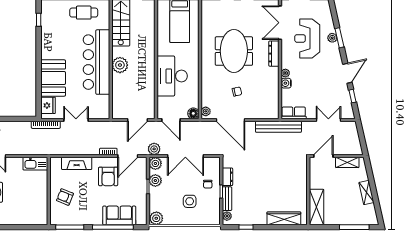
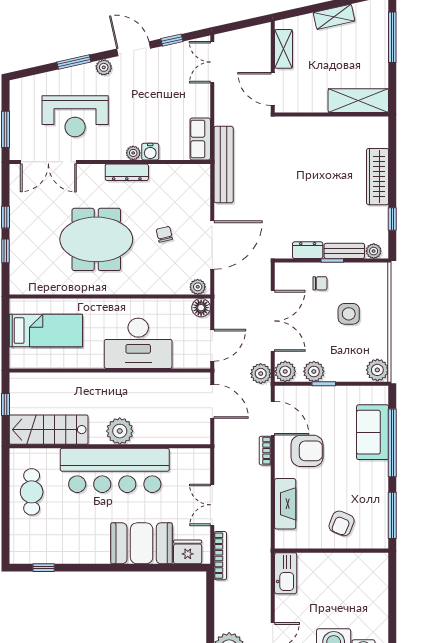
plant: (332, 38) -> (104, 67), moved
dresser: (274, 54) -> (127, 172), moved
double door: (328, 120) -> (212, 62), moved
wardrobe: (284, 218) -> (378, 177), moved

